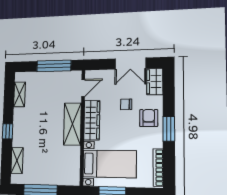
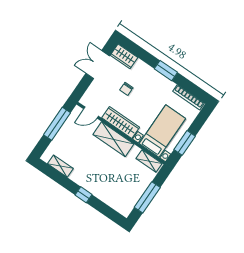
double door: (130, 64) -> (98, 65), swing flipped
door: (83, 88) -> (91, 113), swing flipped
armchair: (149, 118) -> (148, 79), removed
shelving: (17, 161) -> (149, 161), moved

